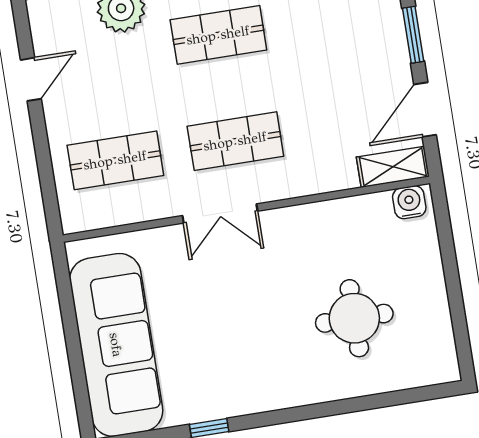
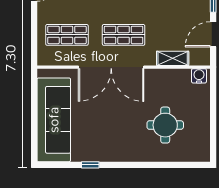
shelving: (393, 167) -> (173, 58), moved
double door: (220, 213) -> (111, 67), width x1.87

